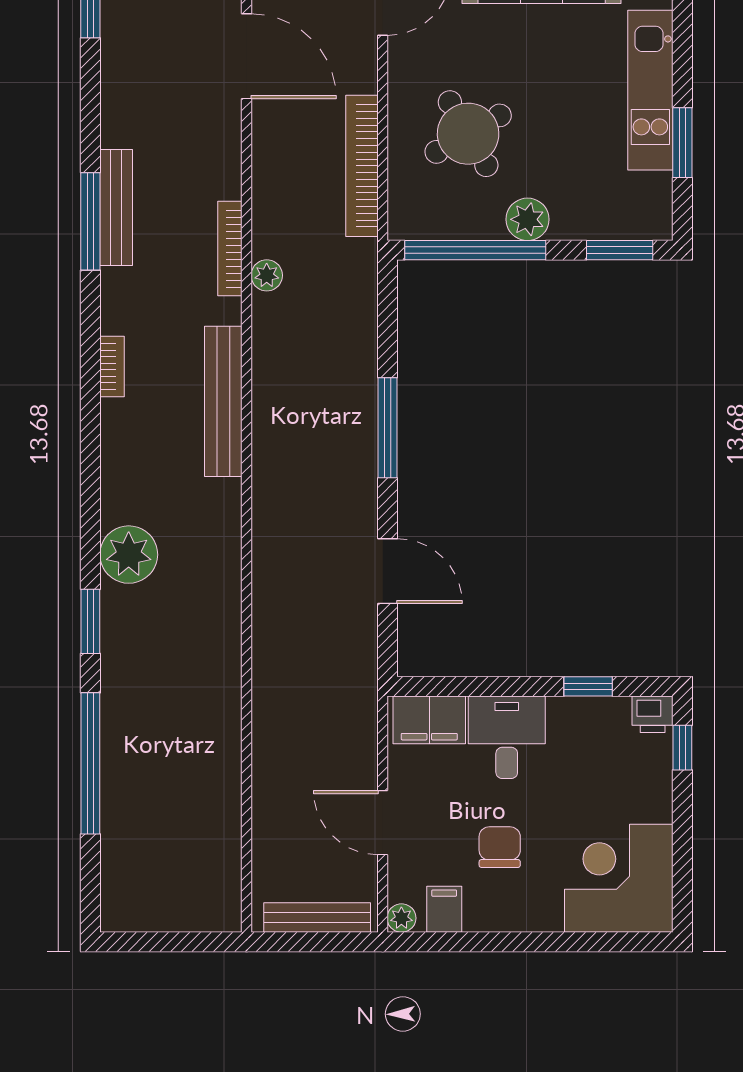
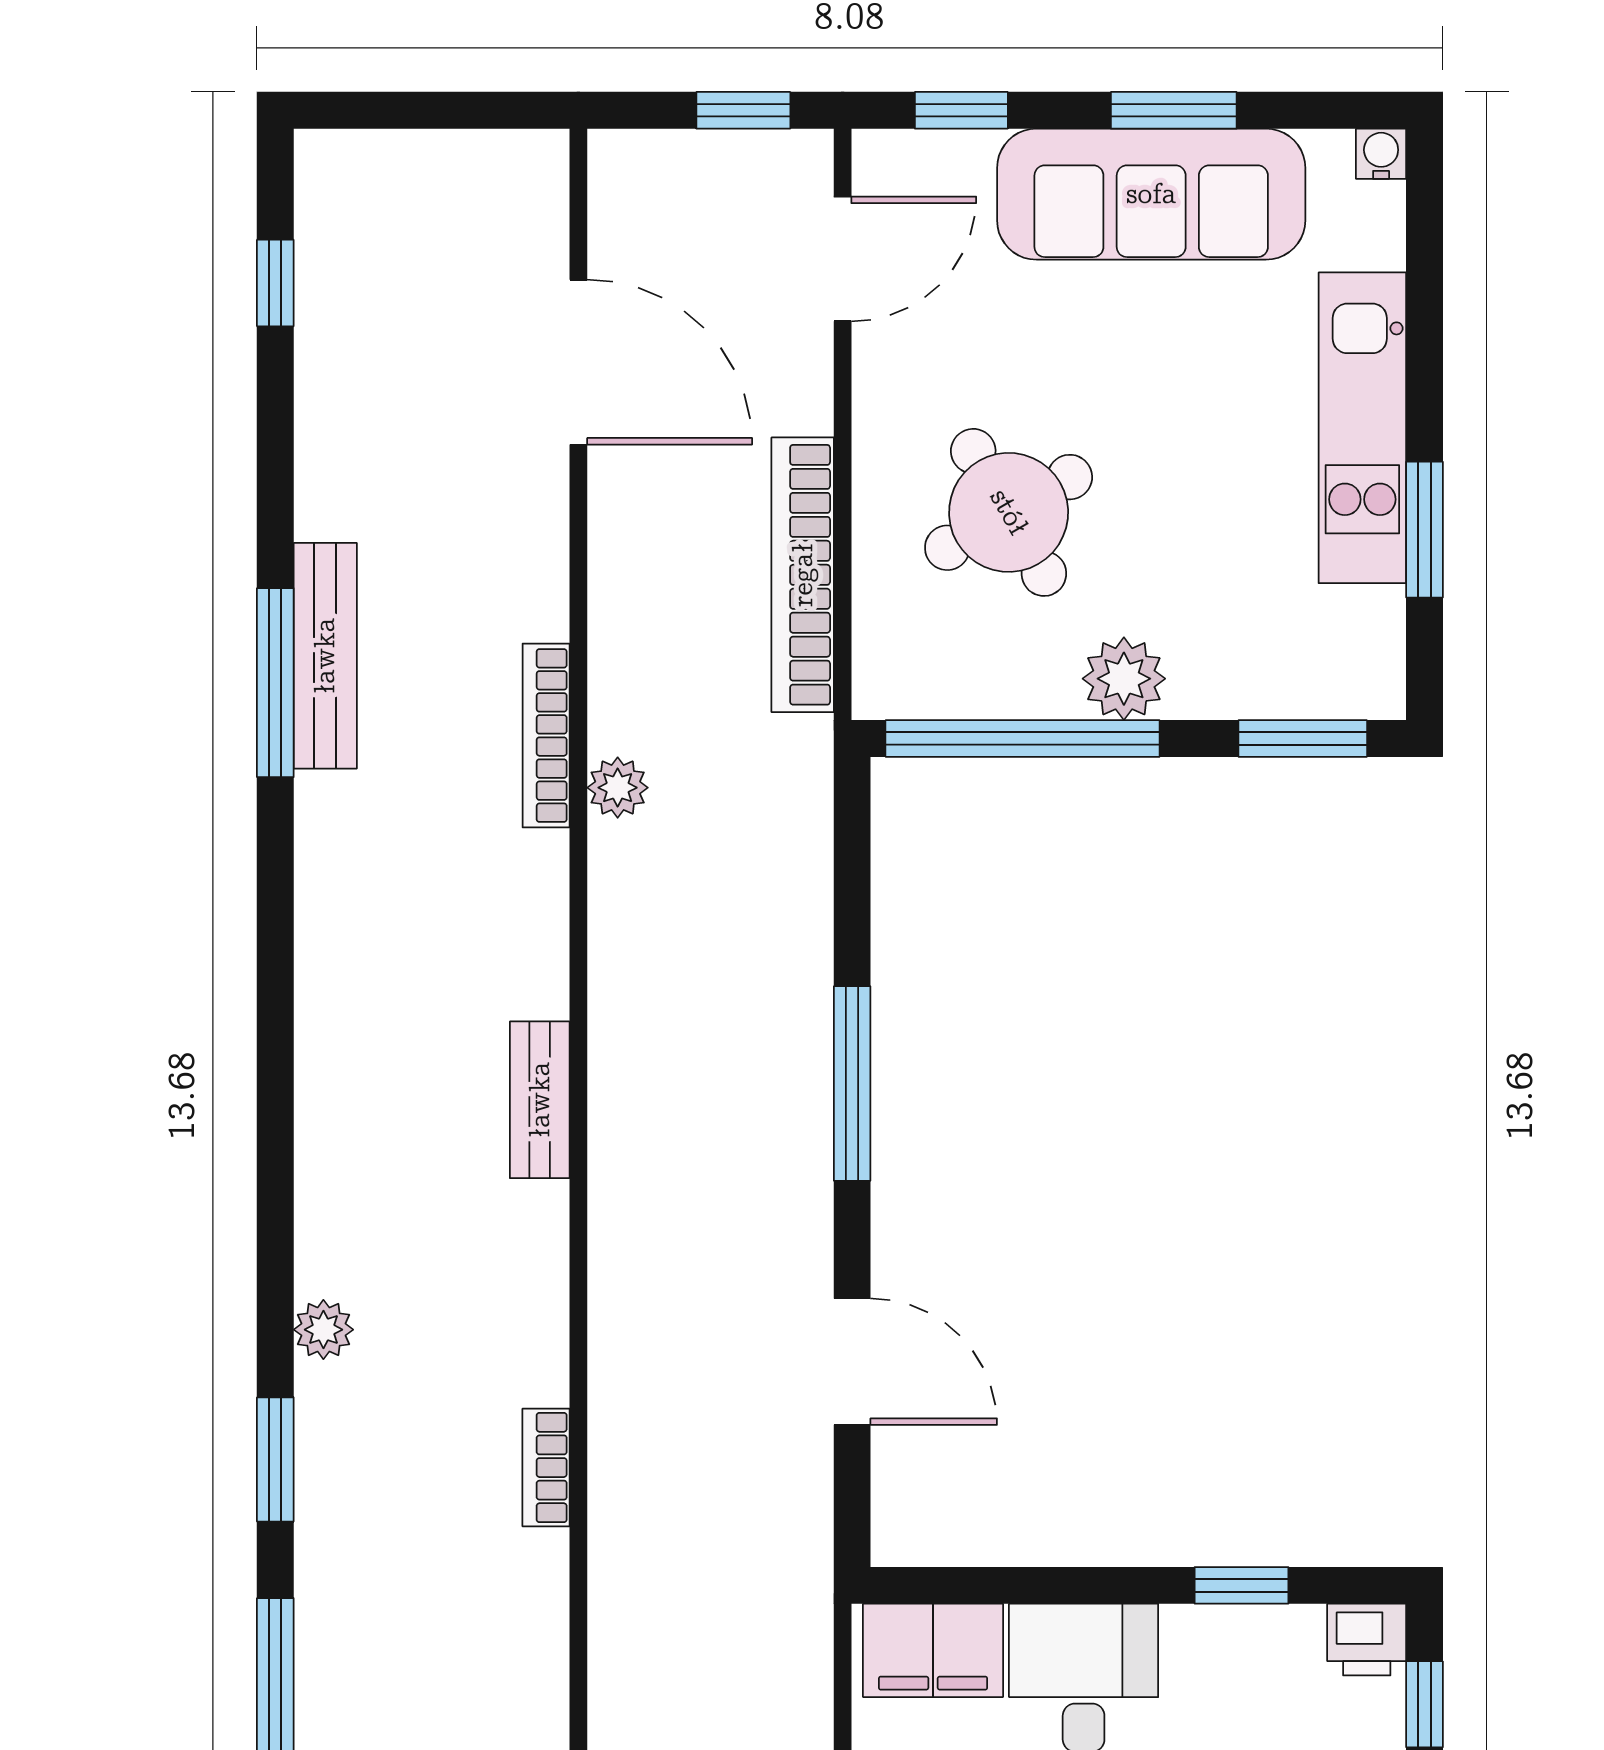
bookcase: (112, 366) -> (546, 1468), moved, turned 180
bench: (223, 401) -> (540, 1100), width x0.54, depth x0.82
plant: (129, 555) -> (323, 1330), width x0.53, depth x0.53

